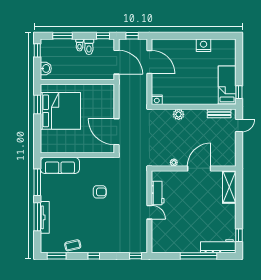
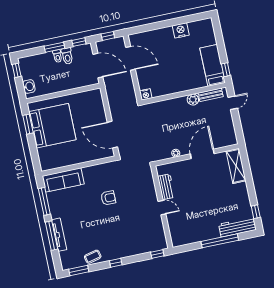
window: (62, 36) -> (54, 47), moved
plant: (179, 114) -> (193, 100), moved

